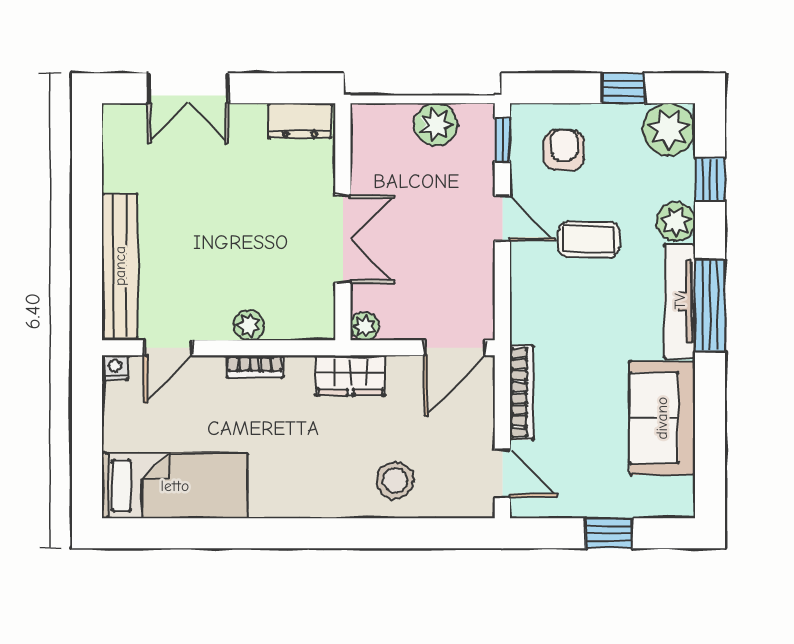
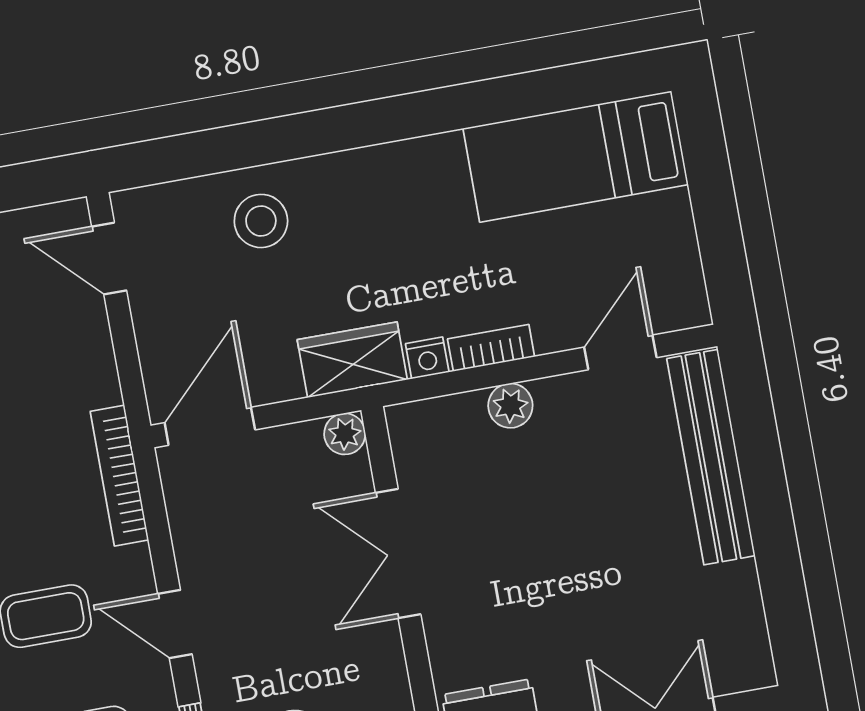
nightstand: (115, 368) -> (427, 358), moved
bookcase: (522, 393) -> (119, 476), moved

